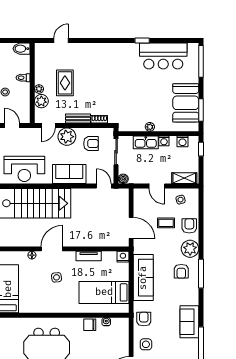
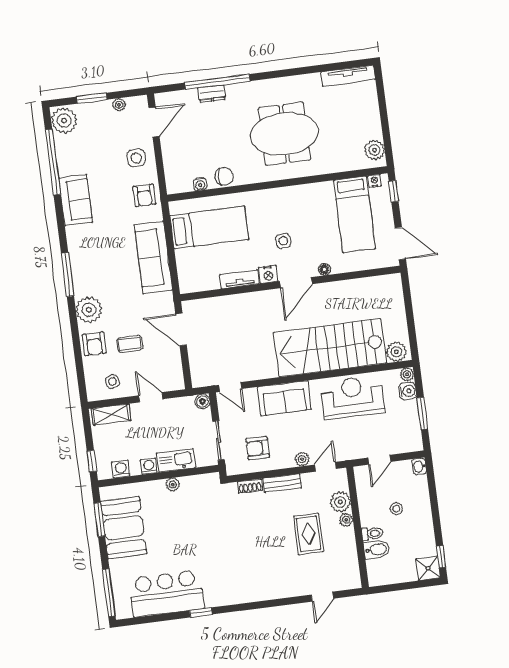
bidet: (22, 49) -> (377, 550), moved
door: (12, 126) -> (379, 460), hinge flipped
plant: (67, 137) -> (302, 459), width x0.53, depth x0.53
nightstand: (123, 257) -> (268, 274), moved
armchair: (181, 271) -> (97, 274), removed

